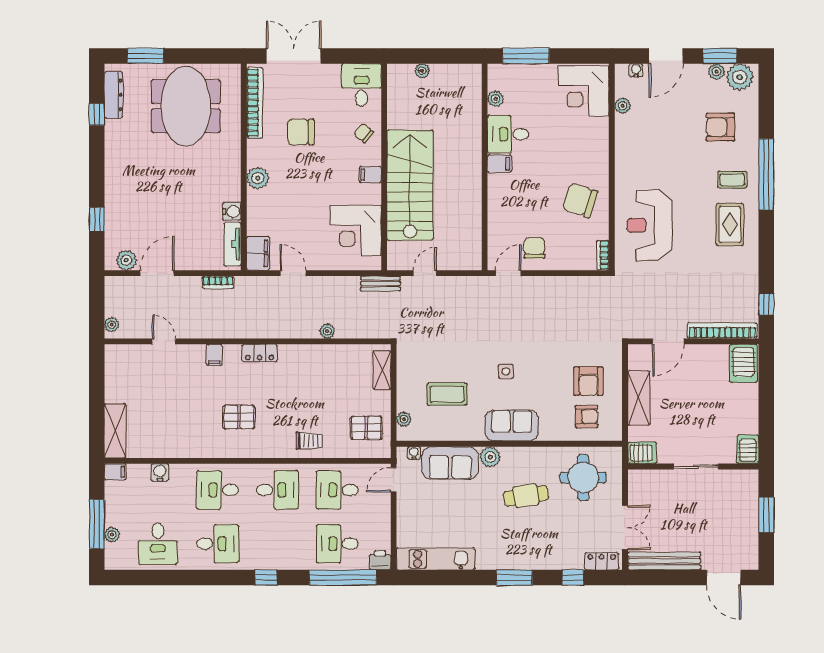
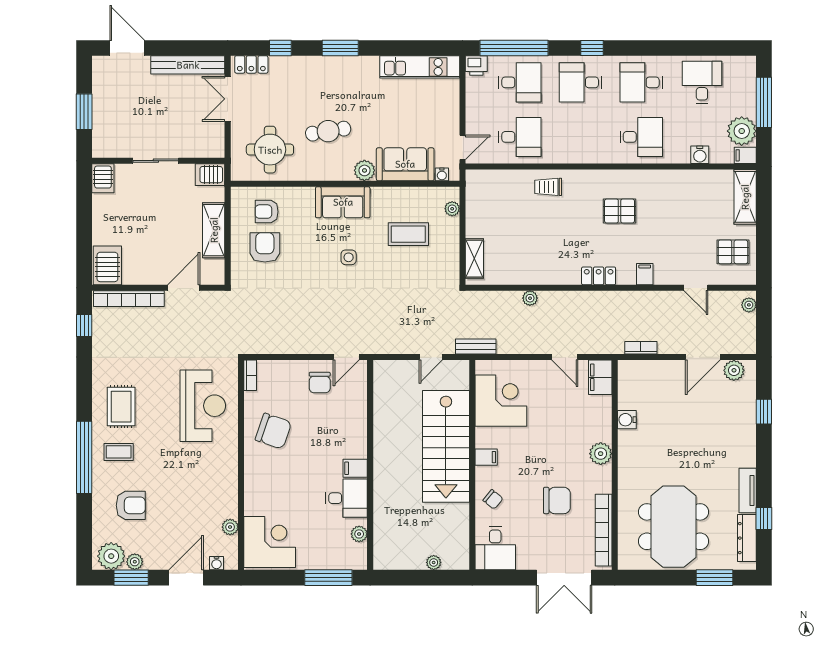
tv unit: (233, 244) -> (748, 491), moved, turned 180
pallet: (366, 428) -> (733, 252), moved
desk: (277, 490) -> (580, 82), moved
plant: (112, 535) -> (742, 131), moved, width x1.88, depth x1.88

